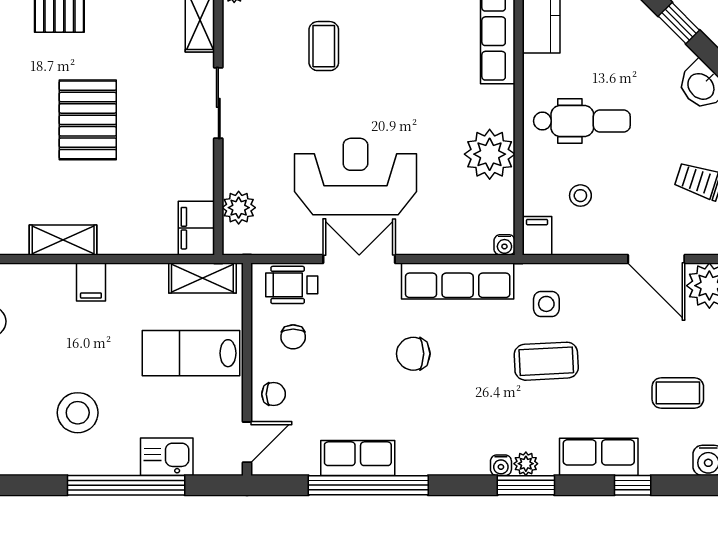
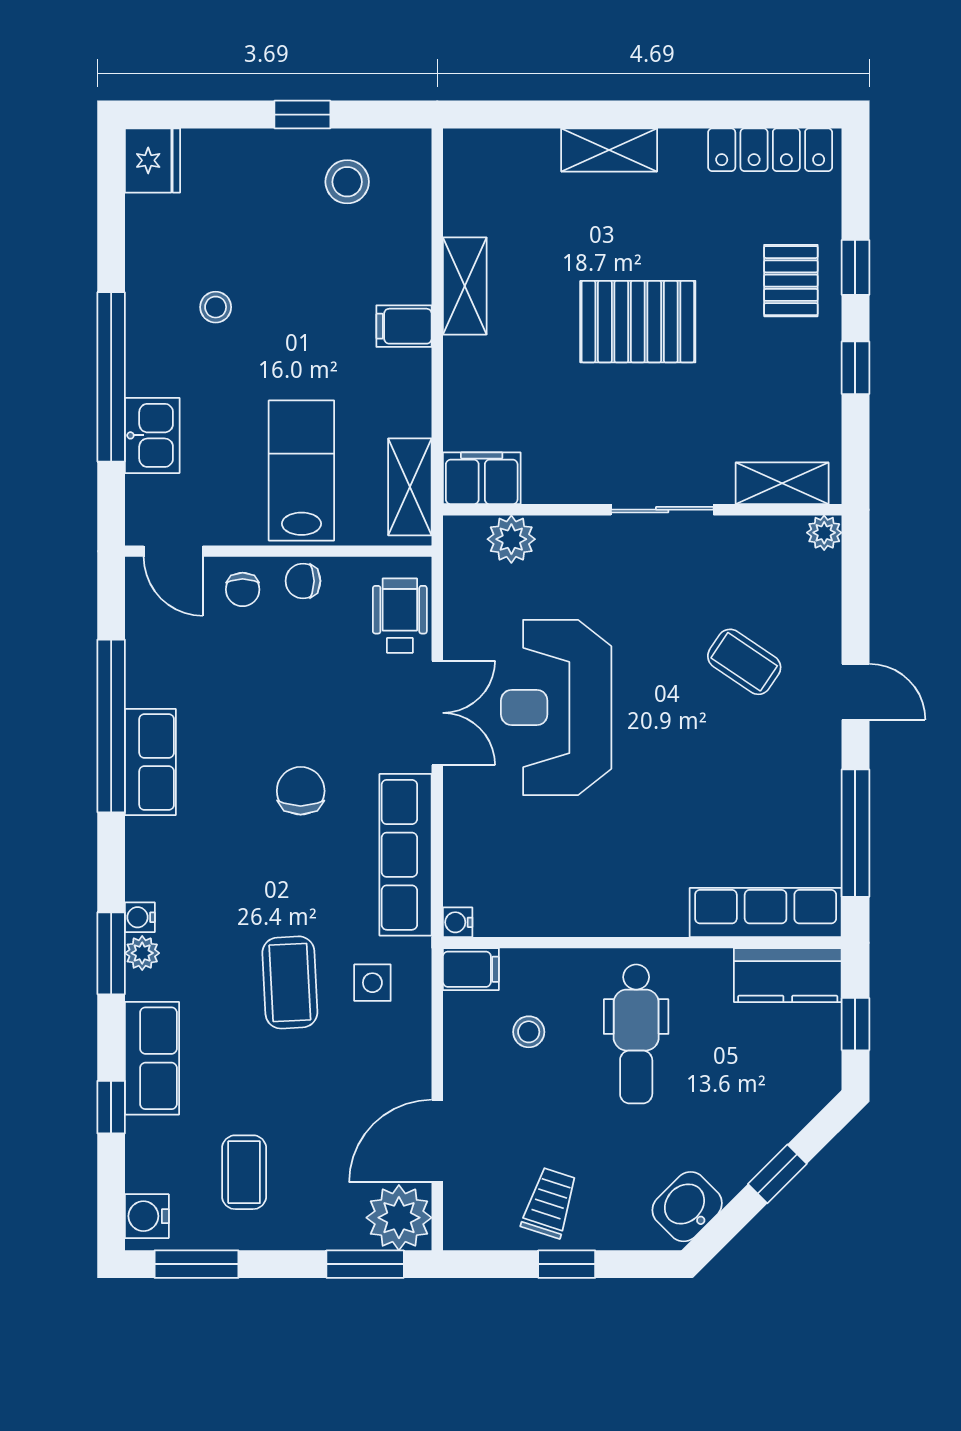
coffee table: (324, 46) -> (744, 662), turned 34
plant: (490, 154) -> (588, 901), removed
reception desk: (355, 176) -> (556, 708), turned 180
chair: (293, 337) -> (303, 581), moved
stool: (78, 413) -> (216, 307), width x0.53, depth x0.53
row of seats: (358, 458) -> (150, 762), moved

